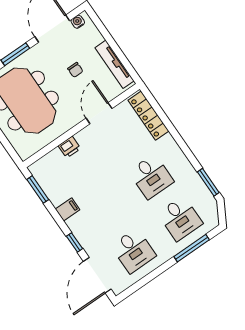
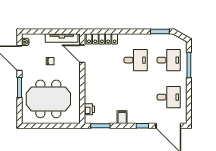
door: (99, 113) -> (82, 54), moved
printer: (69, 147) -> (89, 109), moved

